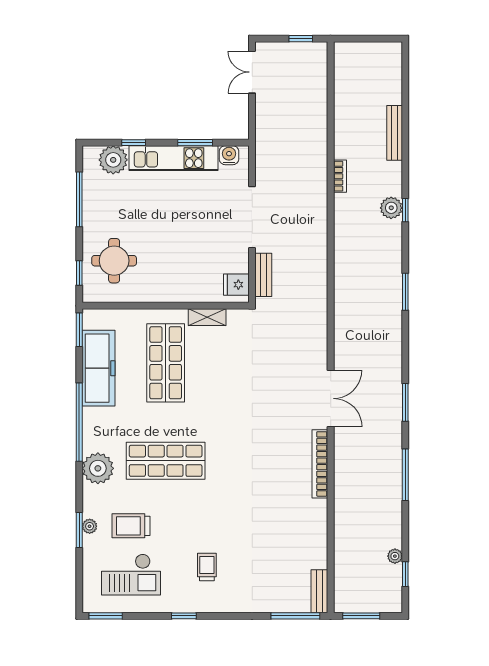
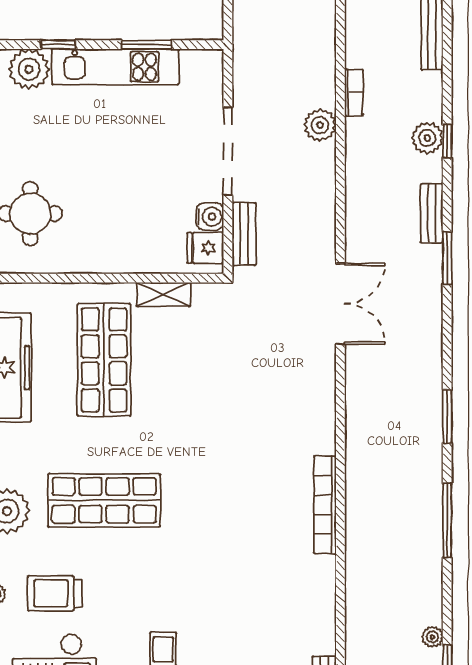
water cooler: (229, 155) -> (210, 217), moved, turned 90
plant: (316, 199) -> (320, 125), added
bench: (394, 260) -> (432, 213), added
double door: (331, 398) -> (340, 304), moved

